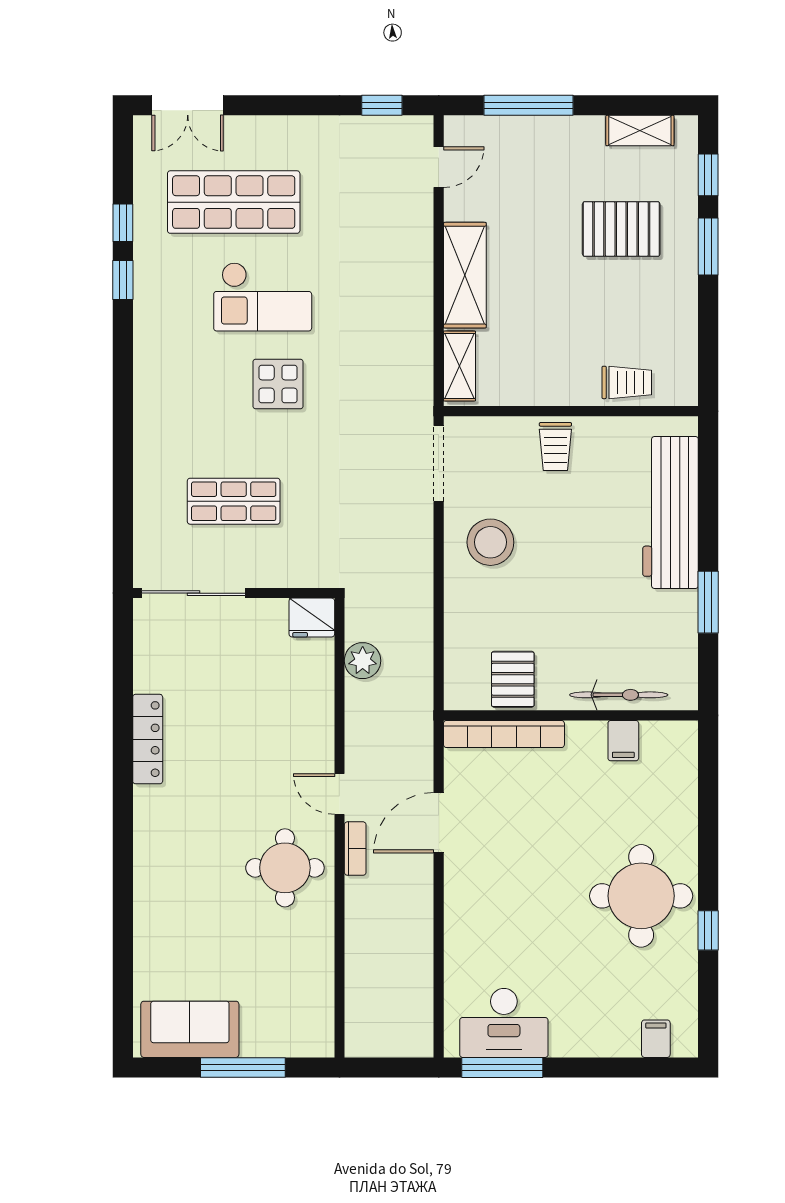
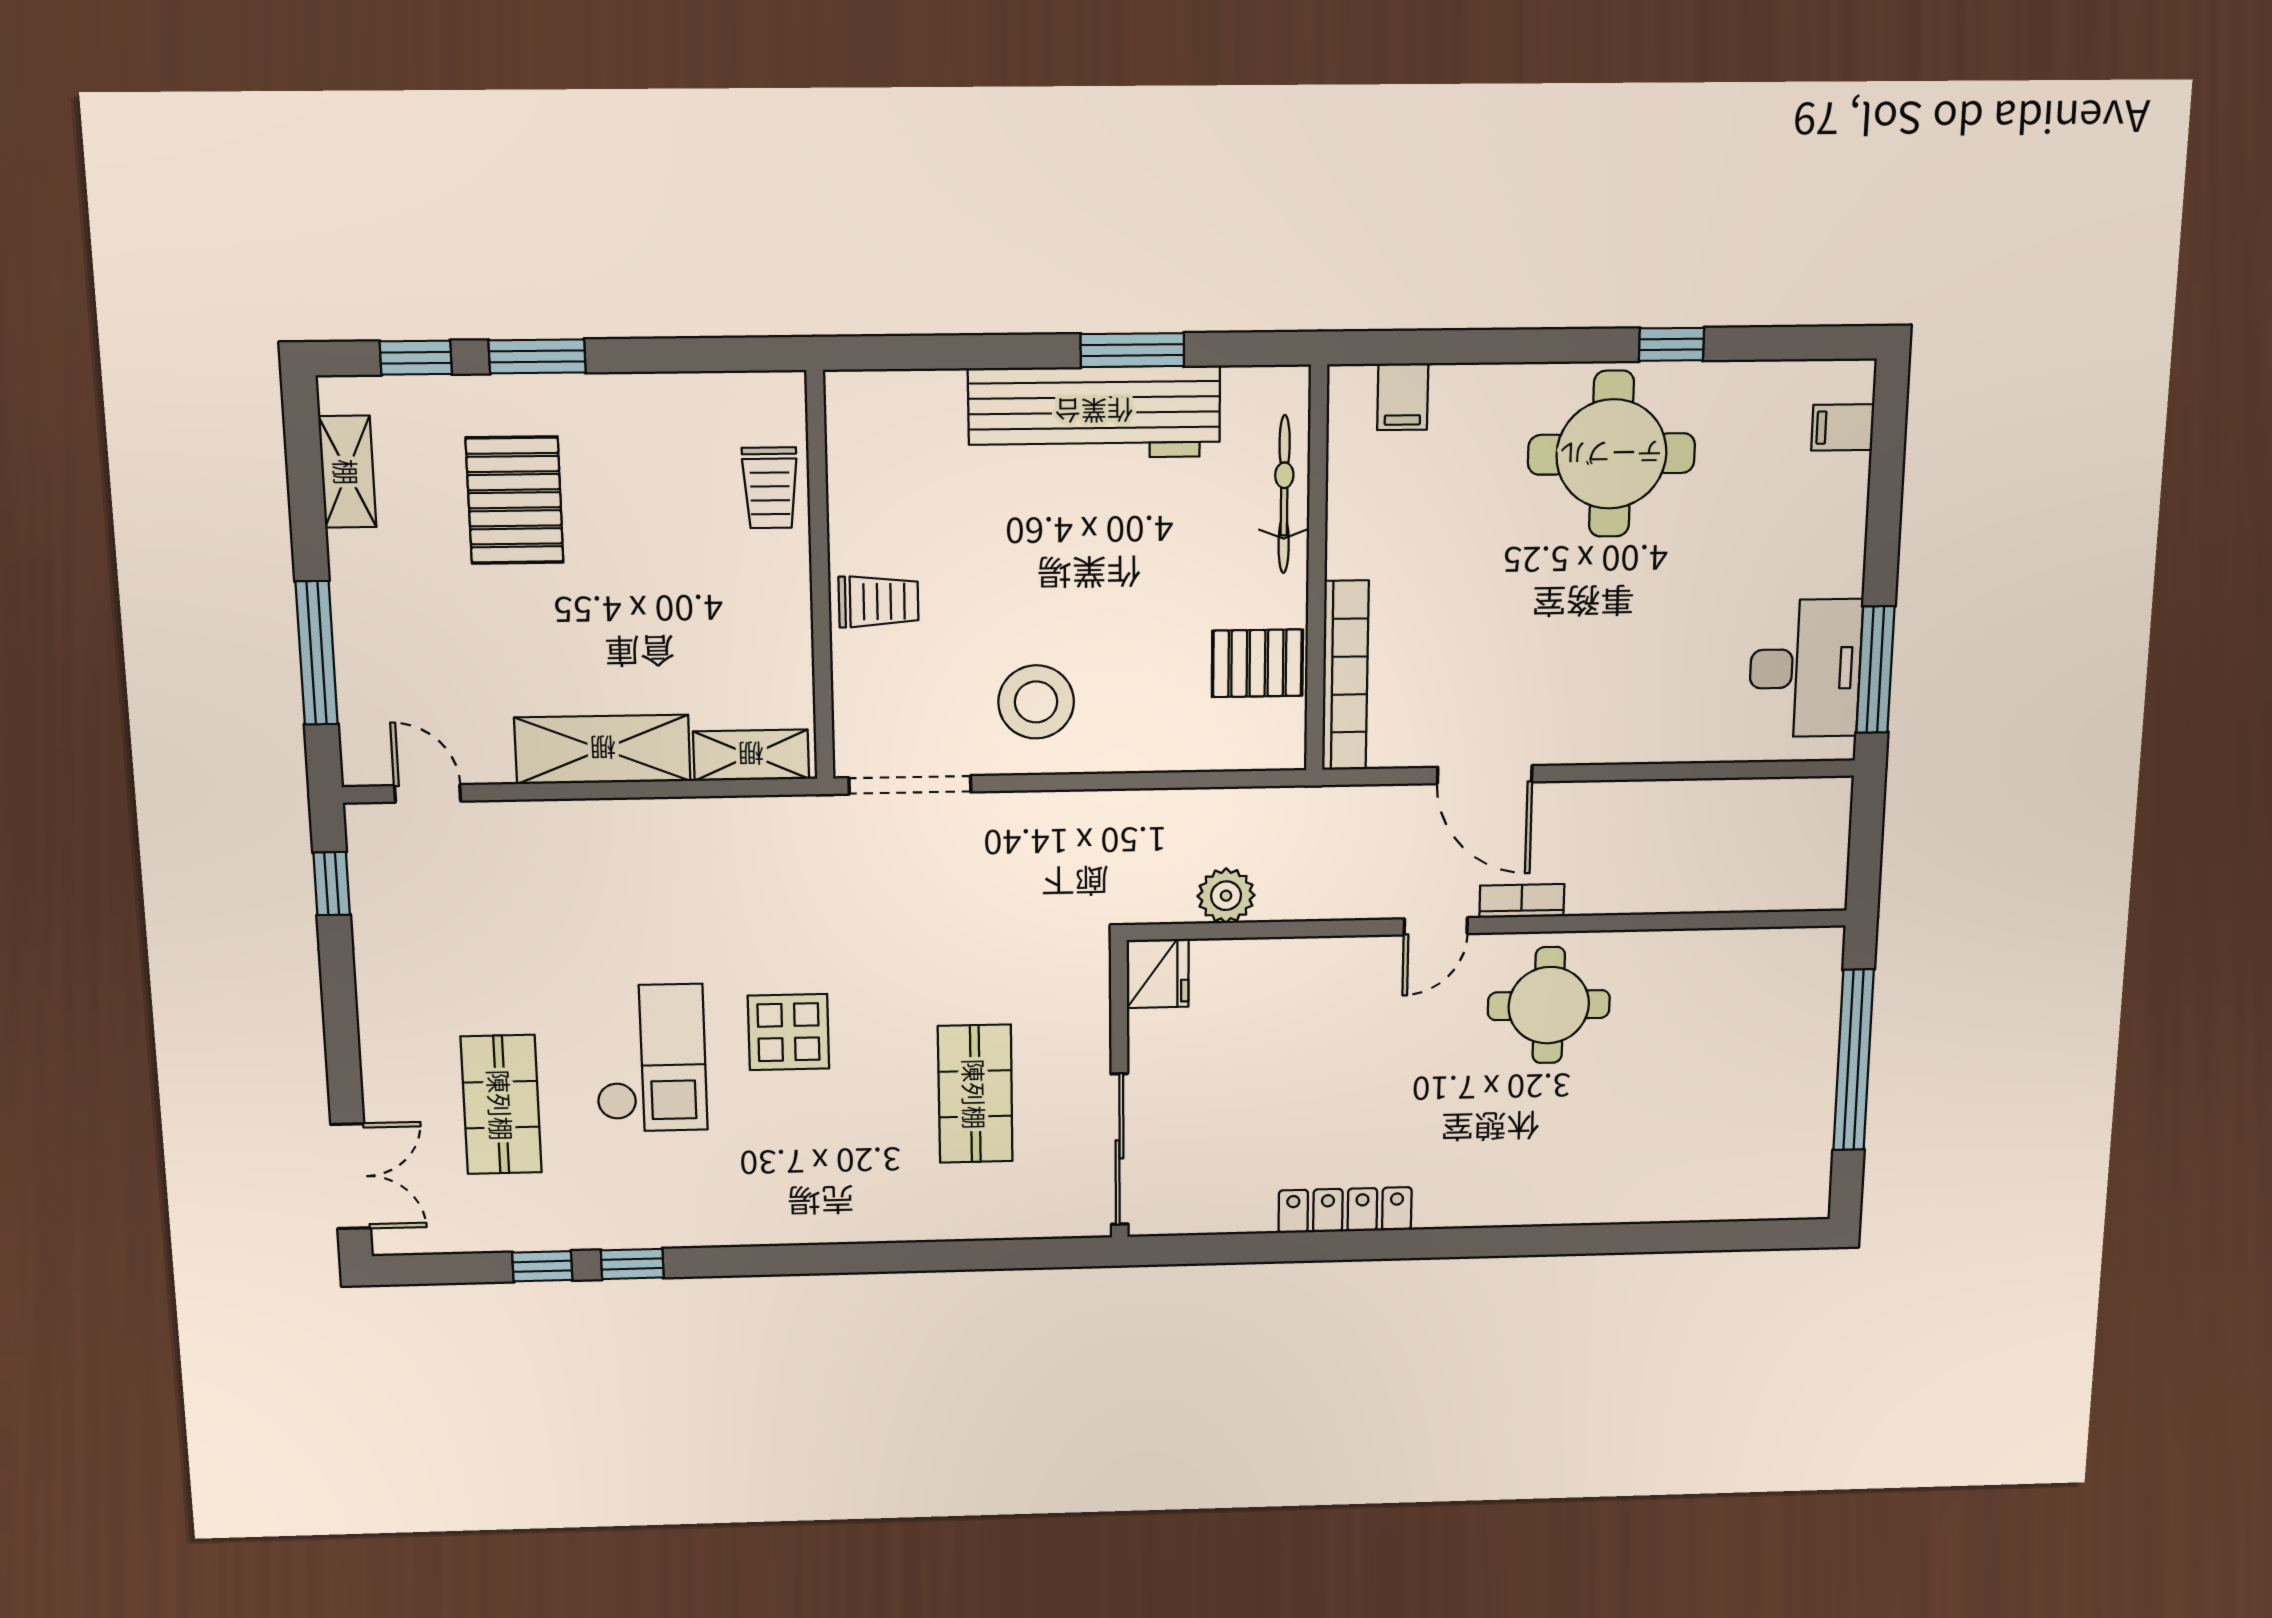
shop shelf: (234, 202) -> (501, 1105), width x0.70, depth x0.74
trolley: (627, 382) -> (770, 488), turned 180
workbench: (671, 513) -> (1094, 412), moved
filing cabinet: (623, 741) -> (1403, 397), moved, turned 90
sofa: (190, 1029) -> (1791, 1138), removed
window: (243, 1068) -> (1854, 1060), width x1.46

